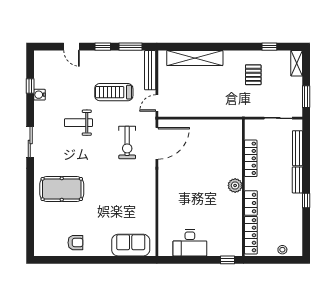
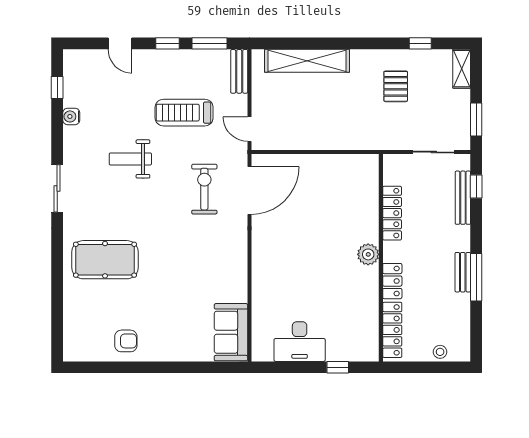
bench: (150, 70) -> (239, 71), width x0.73
window: (30, 86) -> (57, 88), moved
door: (157, 103) -> (249, 129), hinge flipped
window: (306, 141) -> (476, 187), added
exercise bike: (127, 142) -> (204, 189), turned 180
bench: (297, 180) -> (463, 272), moved
window: (306, 201) -> (476, 277), width x2.17
sofa: (131, 245) -> (231, 332), moved, turned -90
window: (227, 260) -> (338, 367), moved

